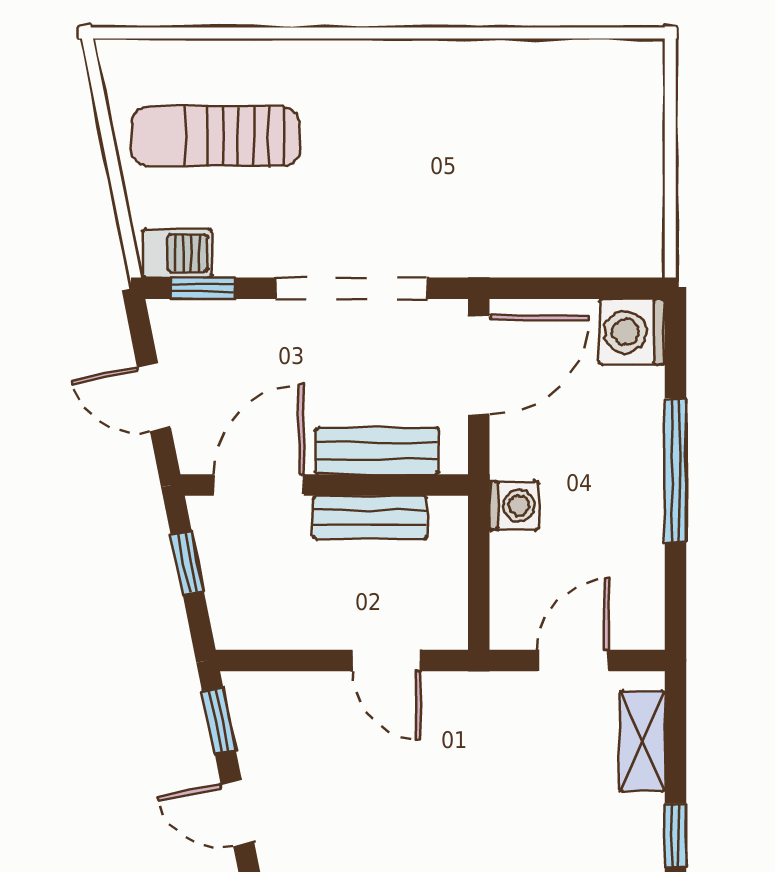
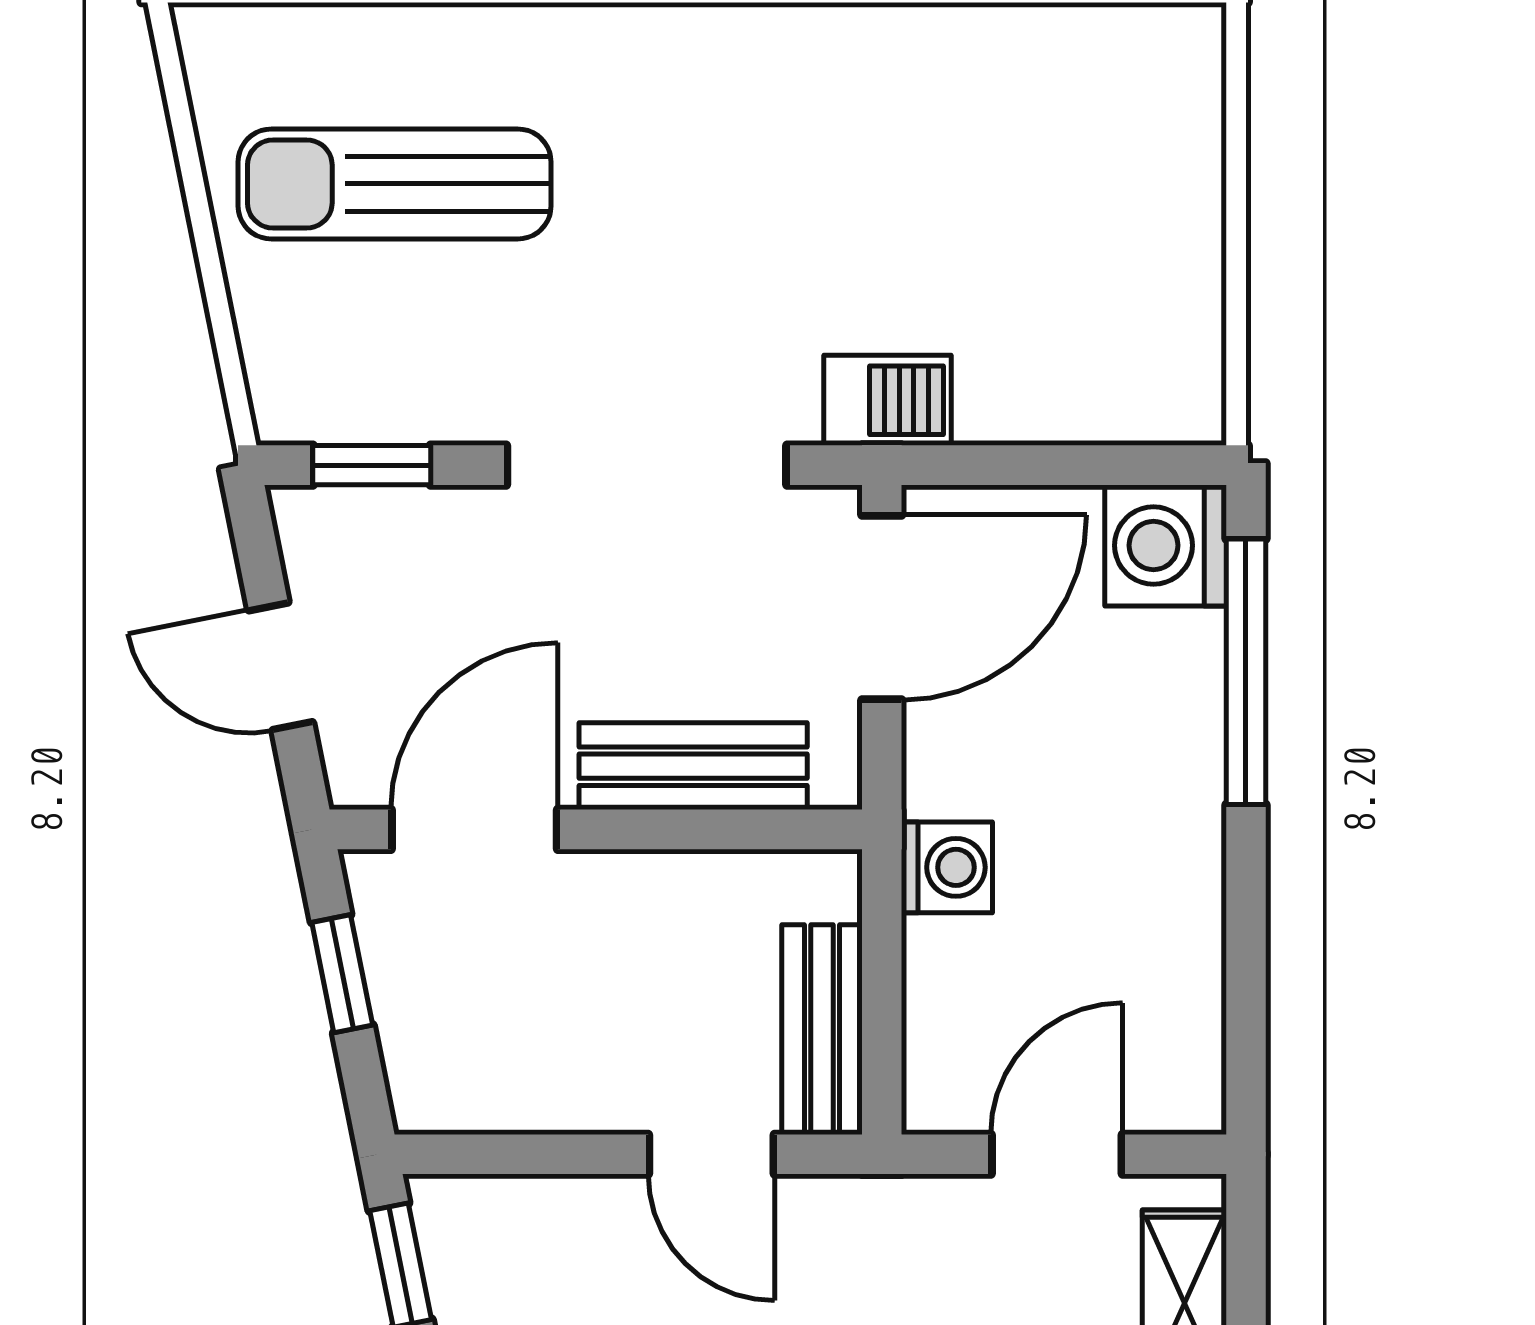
barbecue: (177, 253) -> (888, 400), moved
window: (676, 470) -> (1246, 672), moved
bench: (370, 517) -> (822, 1030), moved, turned 90

